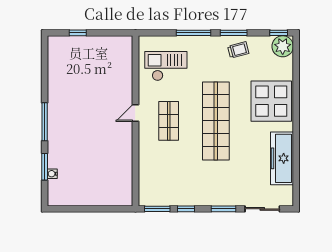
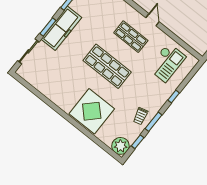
window: (194, 33) -> (174, 97), width x0.46
window: (279, 33) -> (138, 142), moved
shop shelf: (216, 121) -> (107, 66), width x0.71
freezer: (282, 158) -> (61, 28), moved, turned 90

